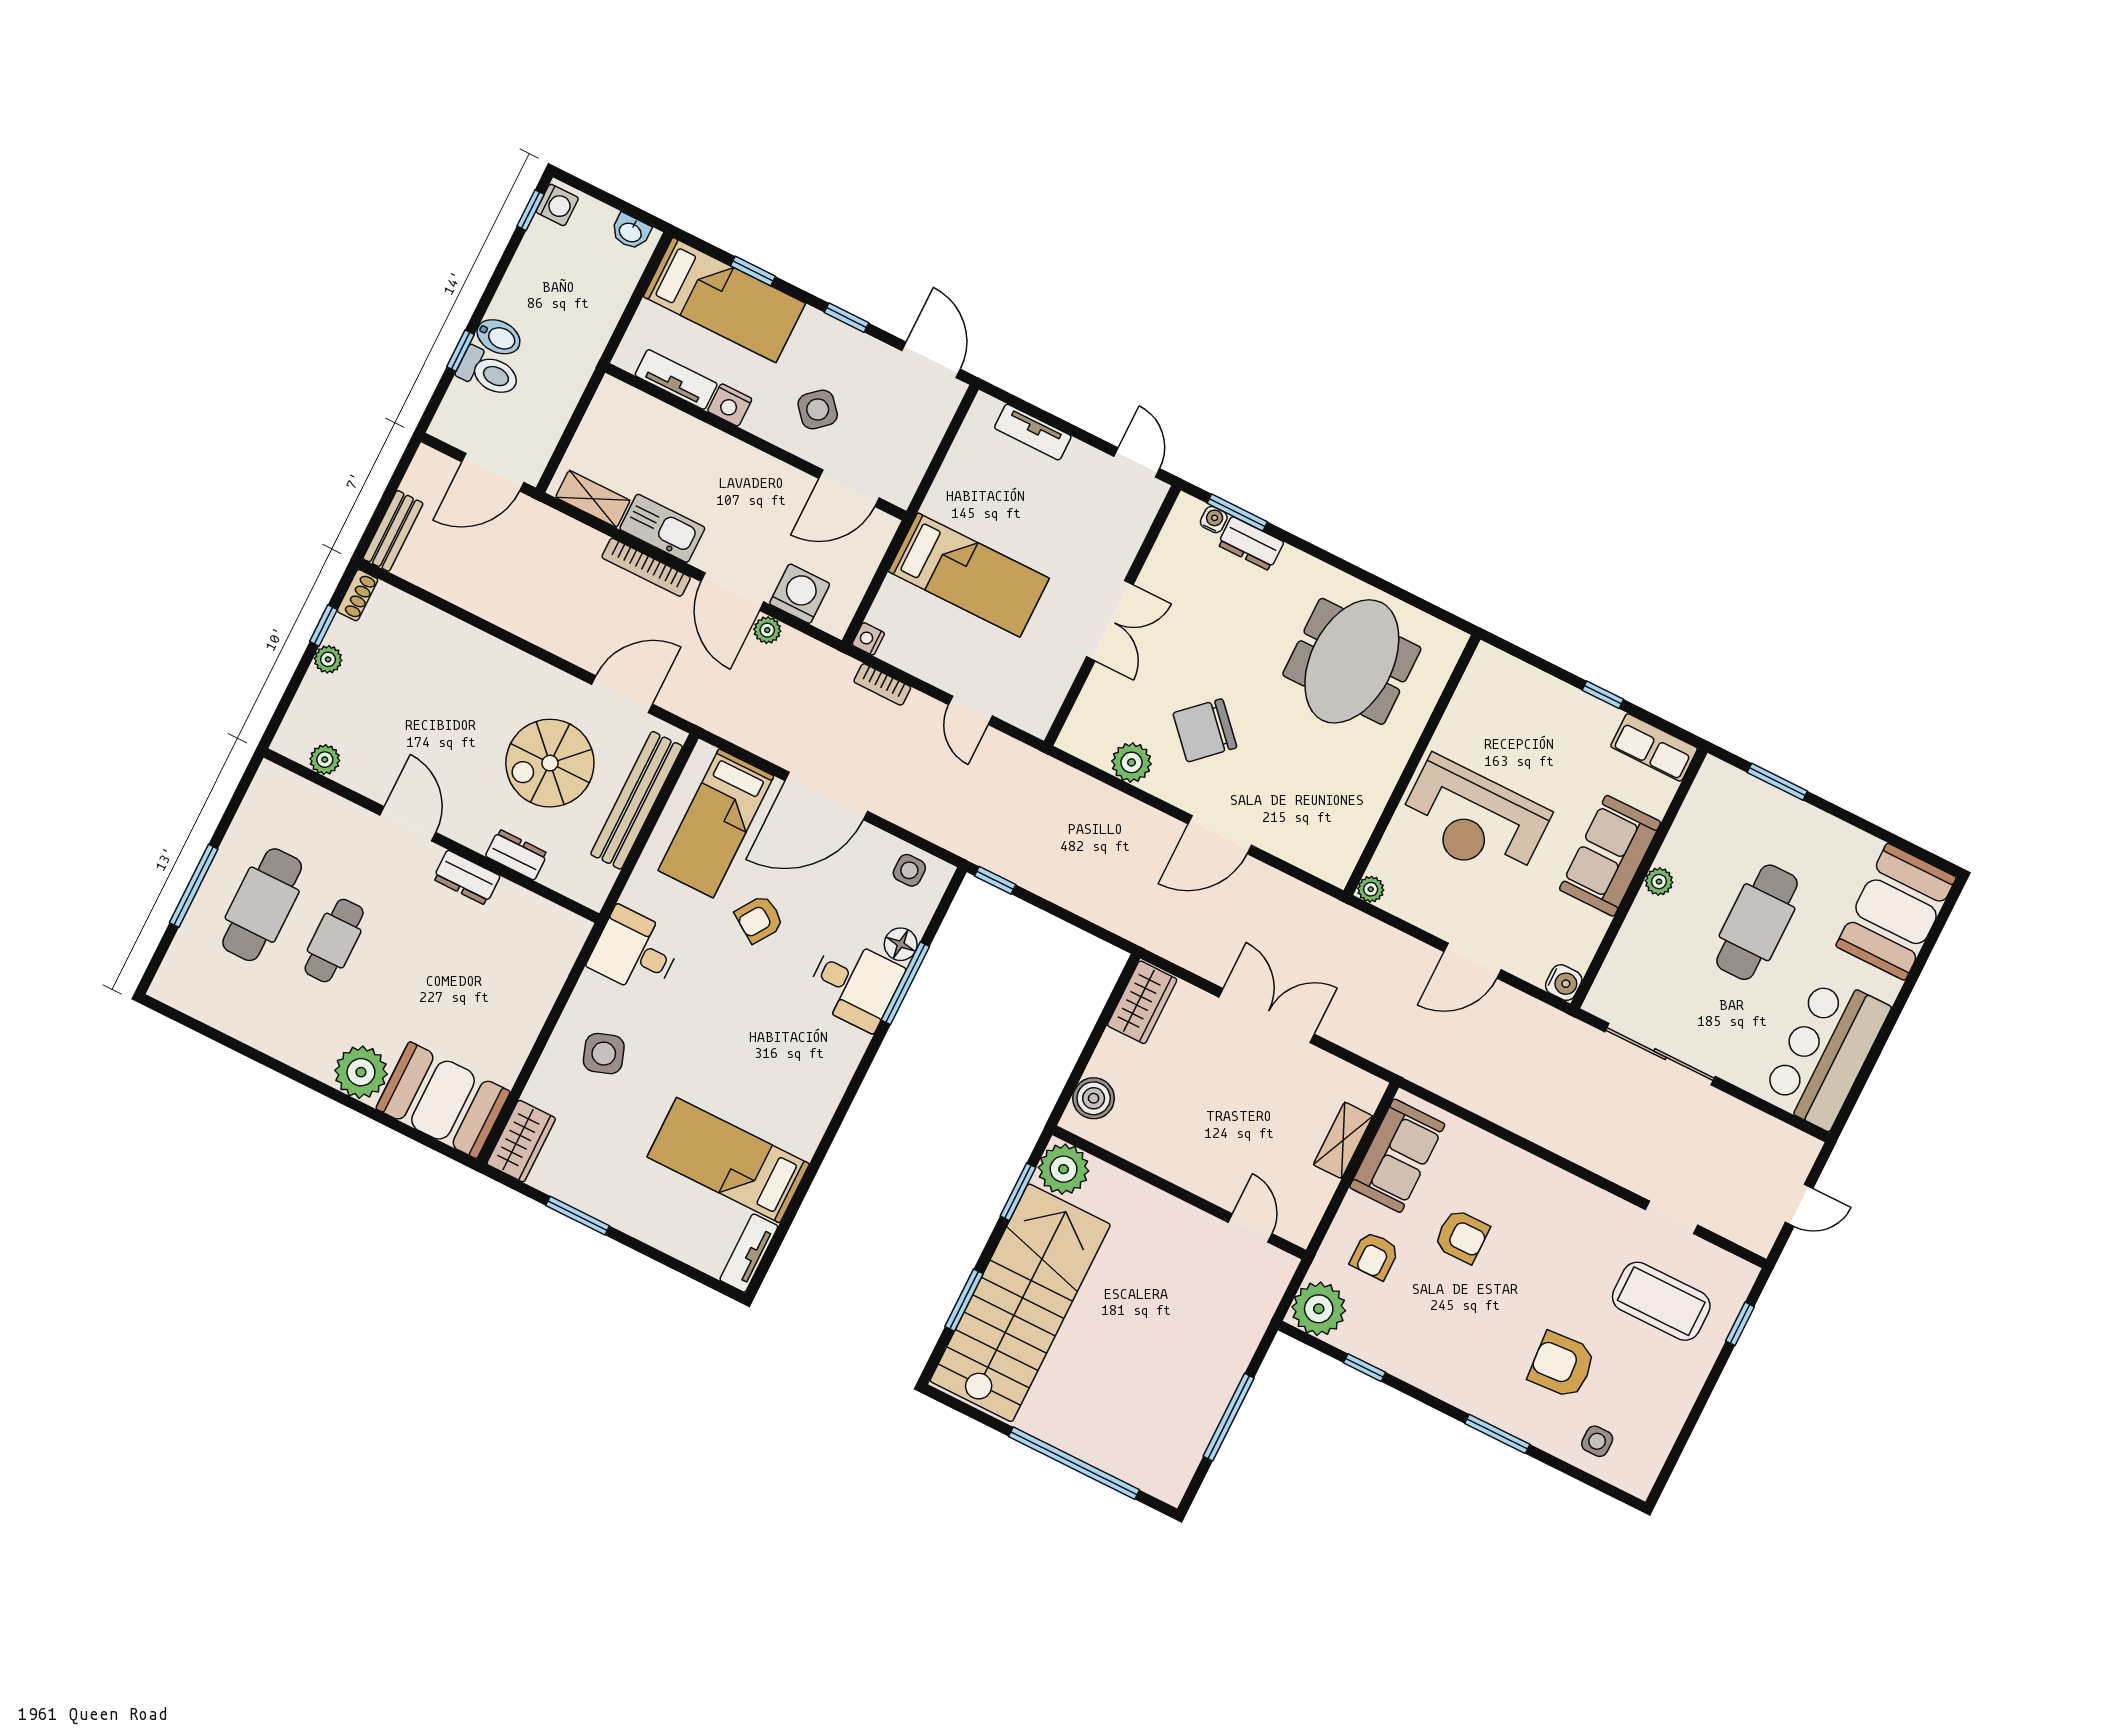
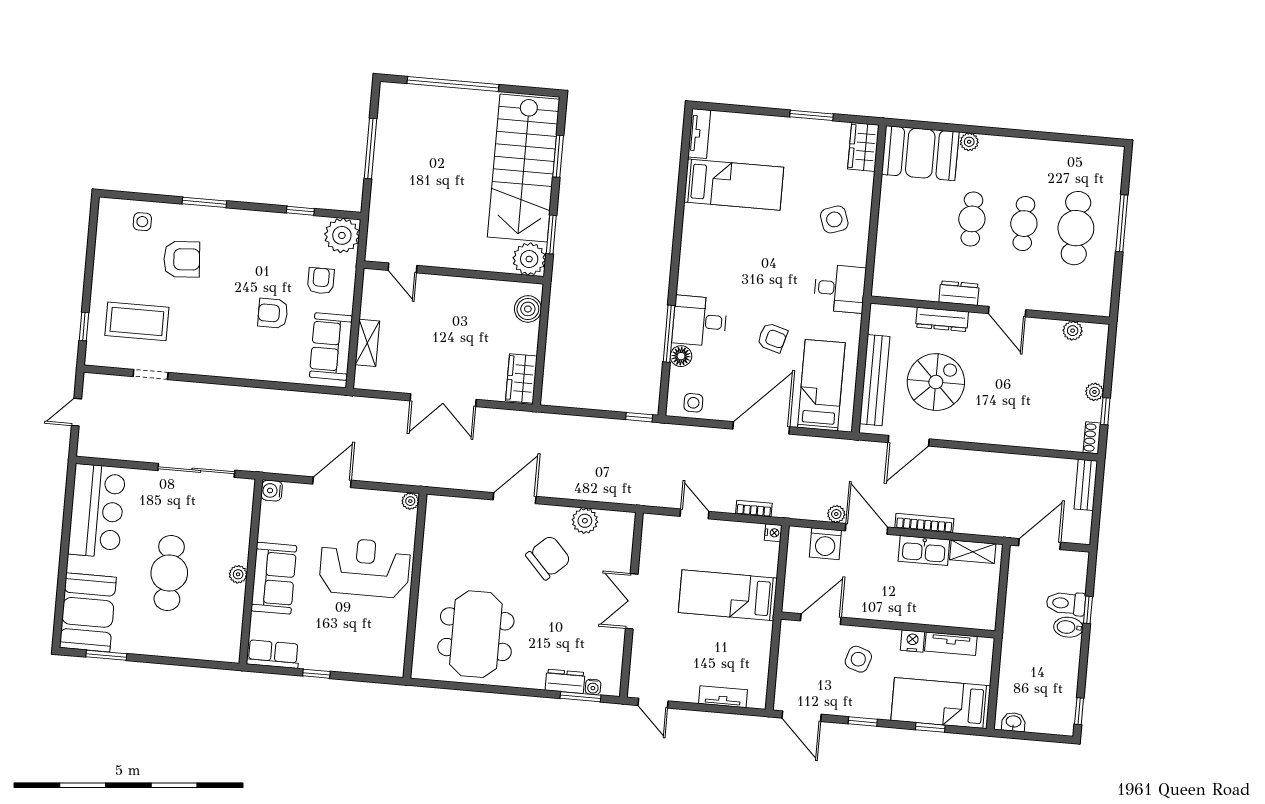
washing machine: (557, 205) -> (1064, 721), removed
side table: (818, 409) -> (858, 659), turned -31
window: (1777, 782) -> (106, 655), moved
dresser: (517, 855) -> (942, 319), width x1.44
armchair: (759, 919) -> (772, 338), turned 72
cafe table: (406, 976) -> (972, 219), added
plant: (361, 1072) -> (969, 142), width x0.53, depth x0.53

